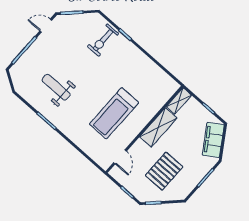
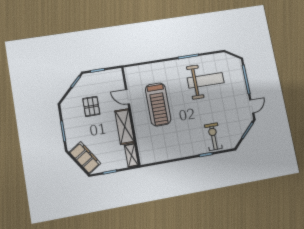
weight bench: (56, 87) -> (206, 80), width x1.36, depth x1.33
treadmill: (114, 113) -> (158, 104), turned 180
door: (120, 157) -> (127, 97), moved
pallet: (164, 171) -> (91, 106), width x0.67, depth x0.71

